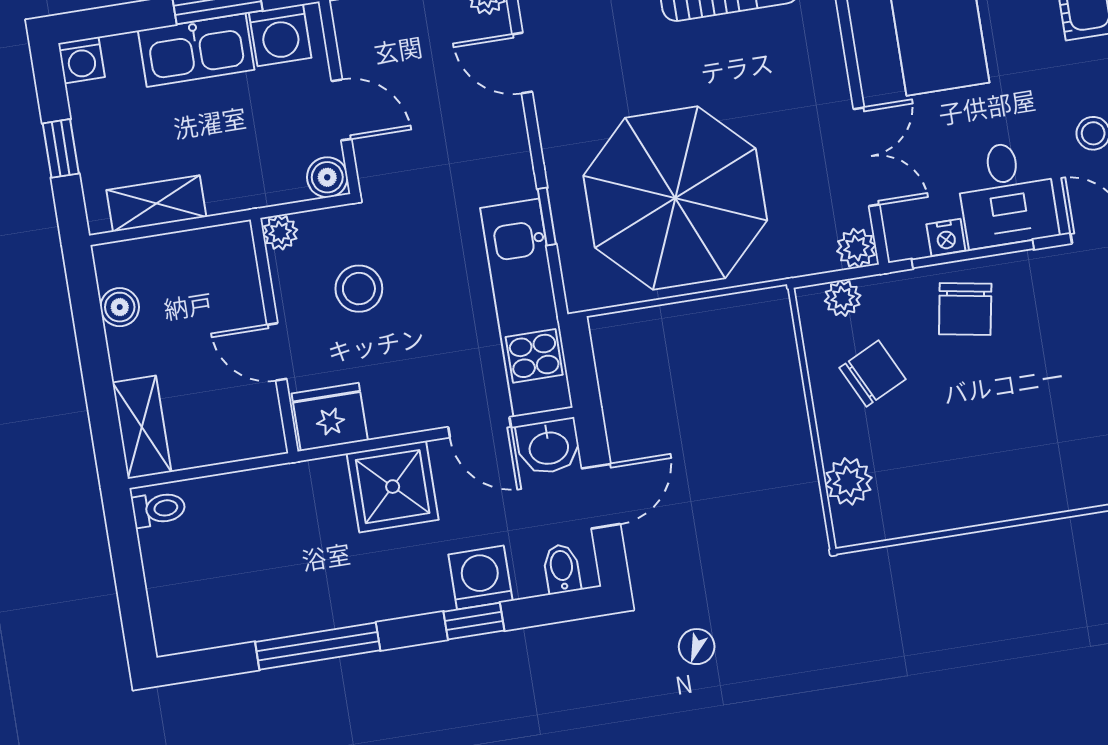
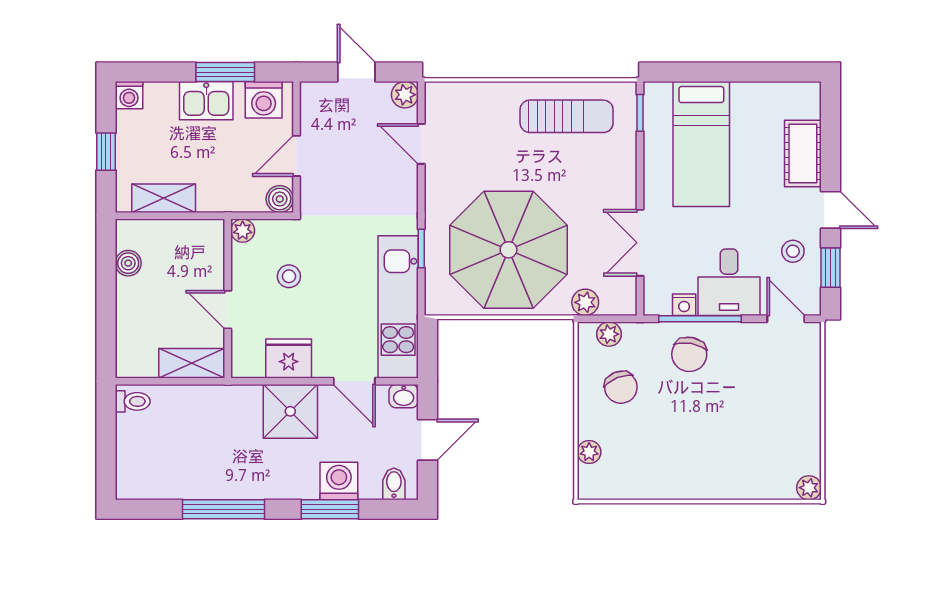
kitchen sink: (196, 50) -> (206, 101), width x0.73
door: (342, 110) -> (296, 156), swing flipped
double door: (867, 157) -> (640, 243), swing flipped
plant: (856, 248) -> (585, 302), moved
stool: (359, 289) -> (289, 276), width x0.73, depth x0.73
chair: (872, 373) -> (621, 387), turned 94
fridge: (330, 417) -> (289, 358), moved
shelving: (142, 427) -> (192, 363), moved, turned 90
washbasin: (549, 447) -> (404, 396), width x0.72, depth x0.69
plant: (849, 481) -> (589, 452), width x0.73, depth x0.73
window: (474, 621) -> (330, 509), width x1.50

